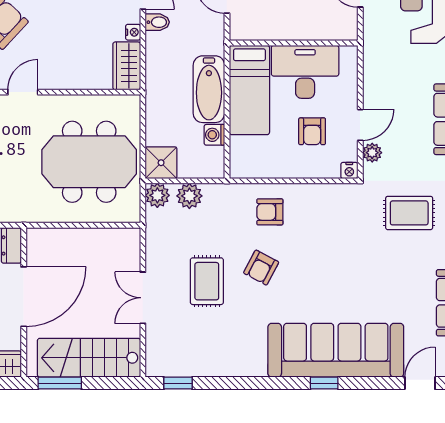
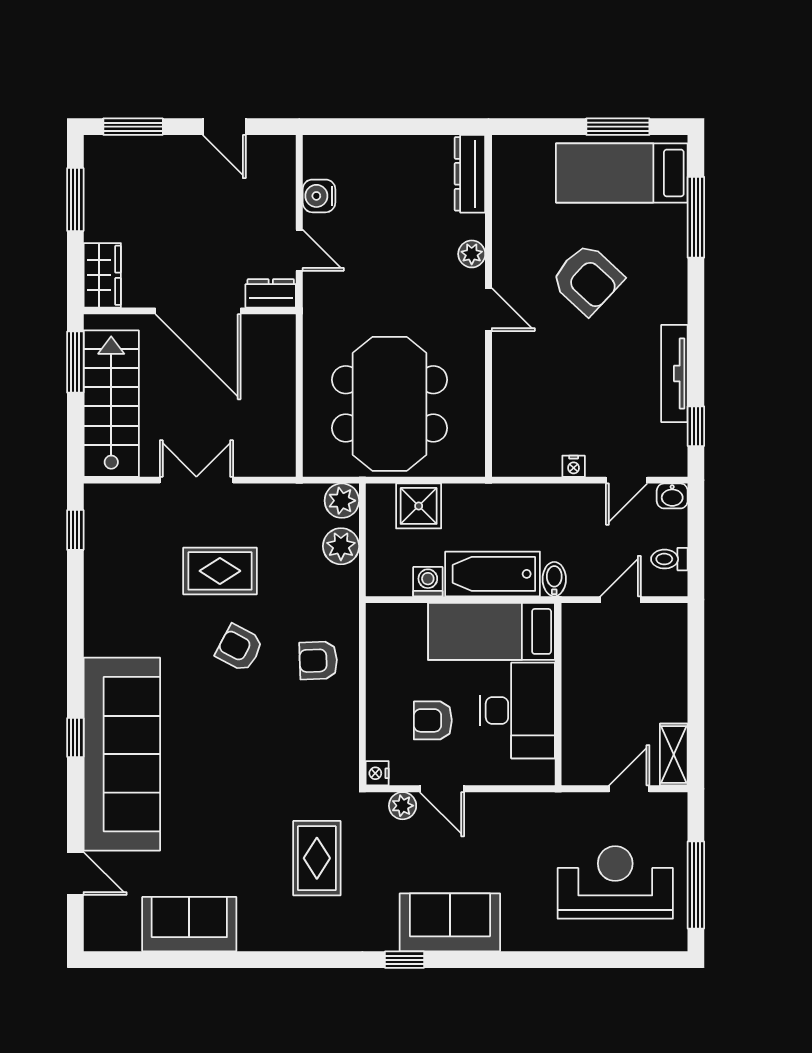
bidet: (157, 22) -> (554, 579), moved, turned 180
wardrobe: (127, 66) -> (526, 457), removed
shower: (161, 163) -> (419, 506), moved
armchair: (270, 212) -> (318, 660), turned -92

